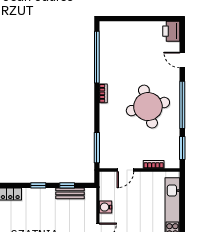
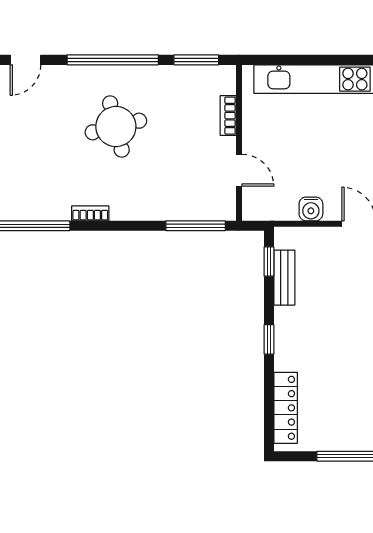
round table: (148, 107) -> (116, 126), width x0.73, depth x0.73
window: (67, 185) -> (269, 262), moved

